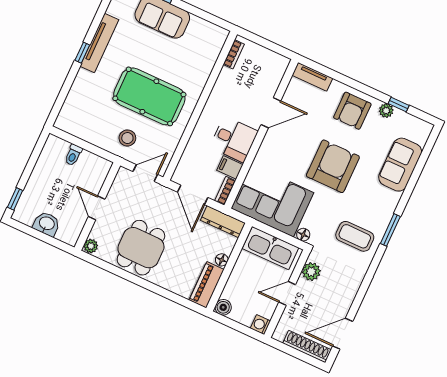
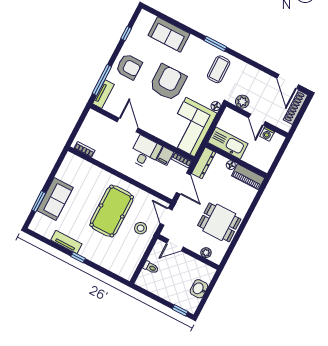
tv unit: (99, 43) -> (66, 242), width x0.71
window: (332, 74) -> (102, 80), added
plant: (386, 111) -> (130, 43), removed
armchair: (333, 166) -> (168, 83), turned 90
door: (193, 195) -> (183, 184), hinge flipped
door: (97, 208) -> (175, 245), moved
plant: (91, 246) -> (206, 253), moved
kitchen sink: (271, 248) -> (228, 143), moved, turned -90
boiler: (223, 307) -> (265, 166), removed
washing machine: (260, 325) -> (267, 134), moved

